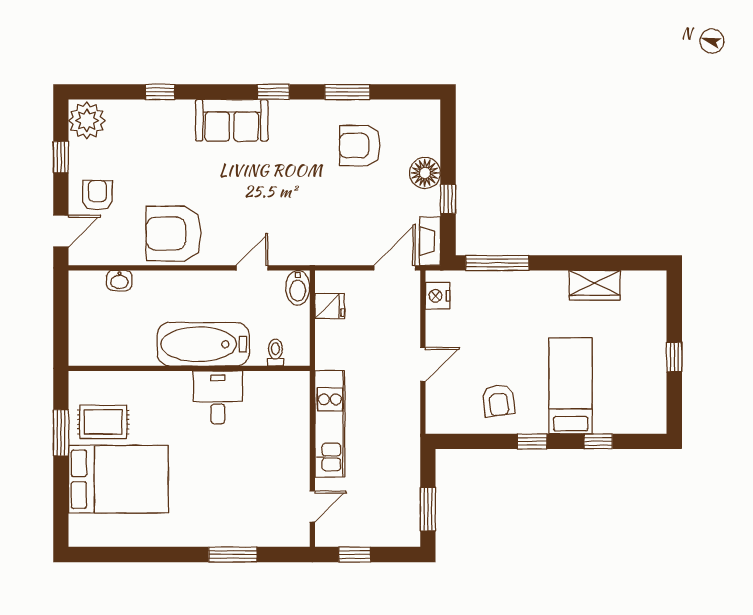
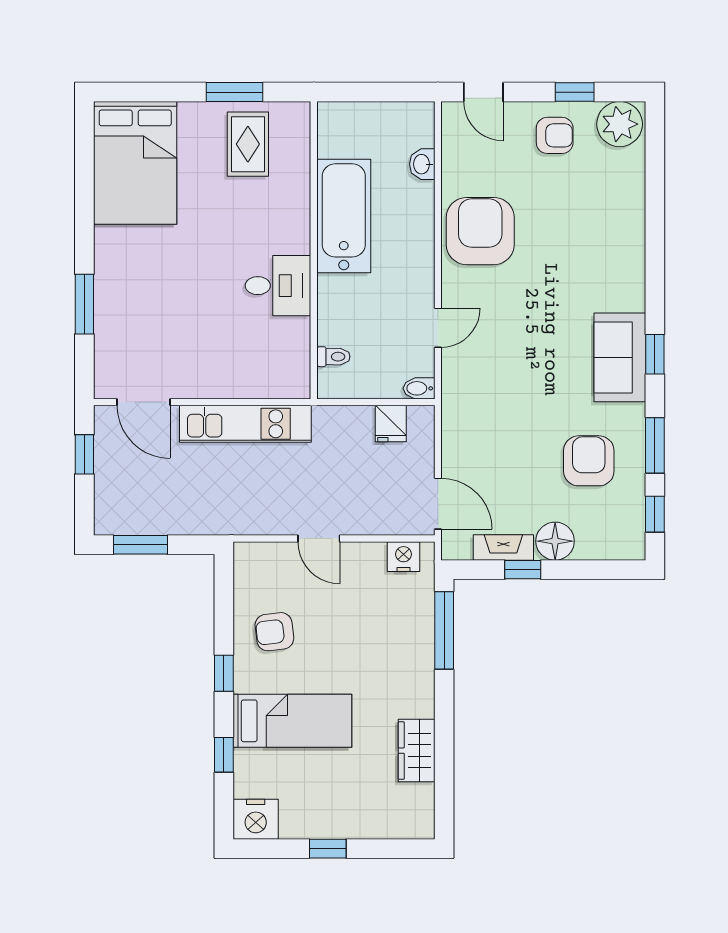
window: (160, 92) -> (655, 514), moved
sofa: (232, 120) -> (620, 357), moved
armchair: (97, 195) -> (555, 135), moved
fireplace: (430, 241) -> (503, 547), moved
door: (252, 268) -> (438, 328), hinge flipped
bidet: (298, 288) -> (419, 388), width x0.72, depth x0.74
bathtub: (203, 344) -> (344, 216), moved
nightstand: (650, 416) -> (256, 819), added
bed: (118, 479) -> (135, 163), moved
door: (312, 507) -> (144, 402), width x1.37

